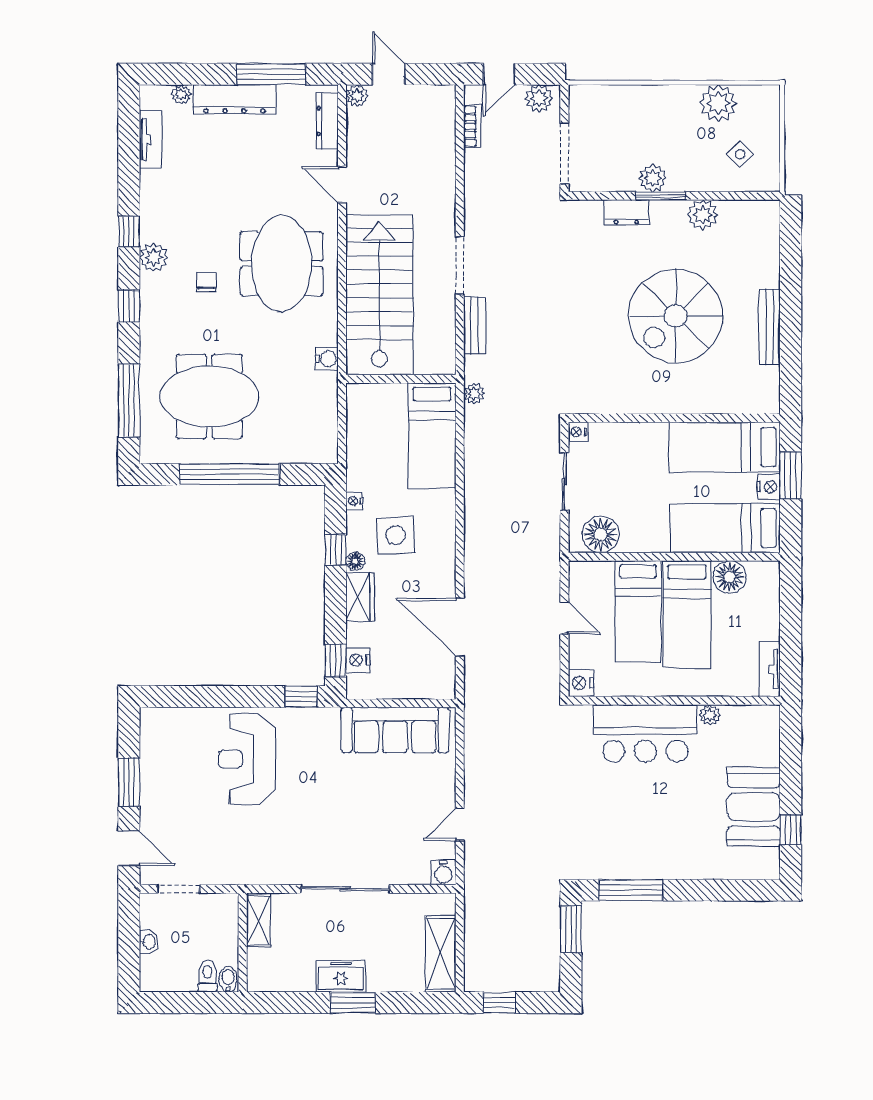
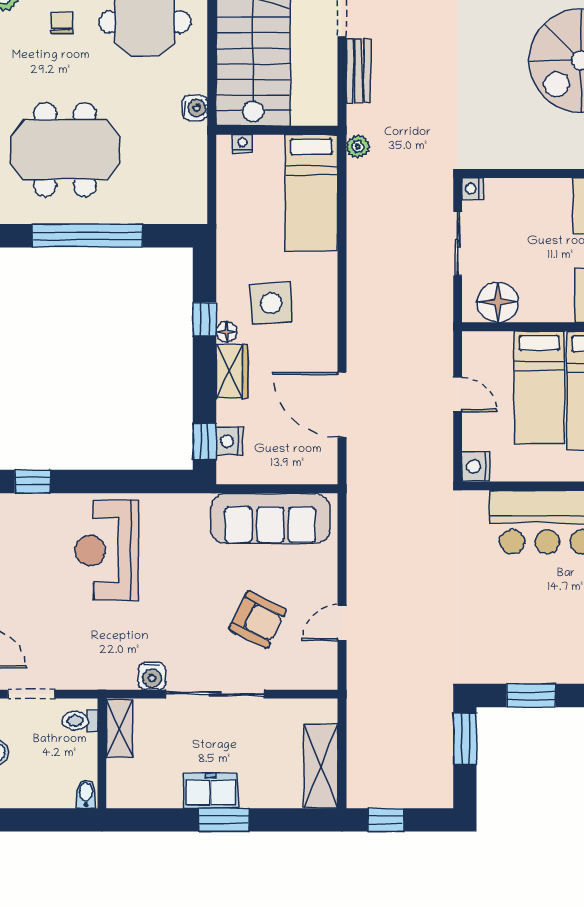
nightstand: (354, 501) -> (242, 144), moved, turned 90
window: (301, 697) -> (32, 482), moved
armchair: (384, 822) -> (258, 620), added
water cooler: (443, 873) -> (152, 676), moved
window: (631, 890) -> (531, 696), width x0.69
toilet: (207, 976) -> (80, 721), moved, turned -90

